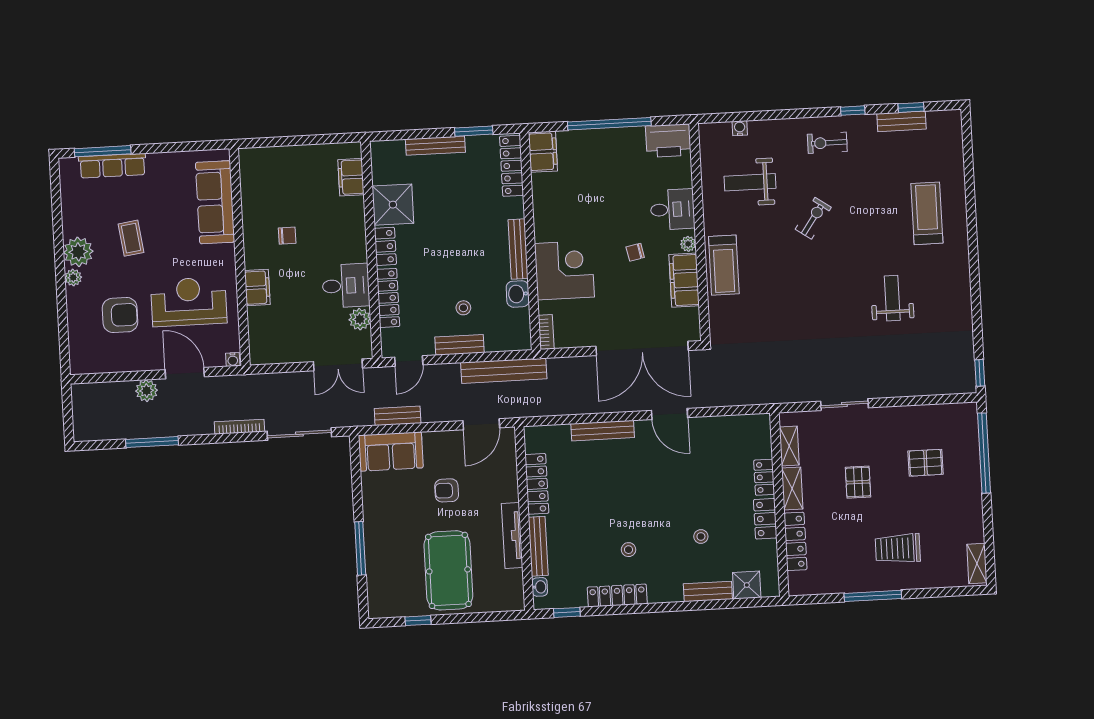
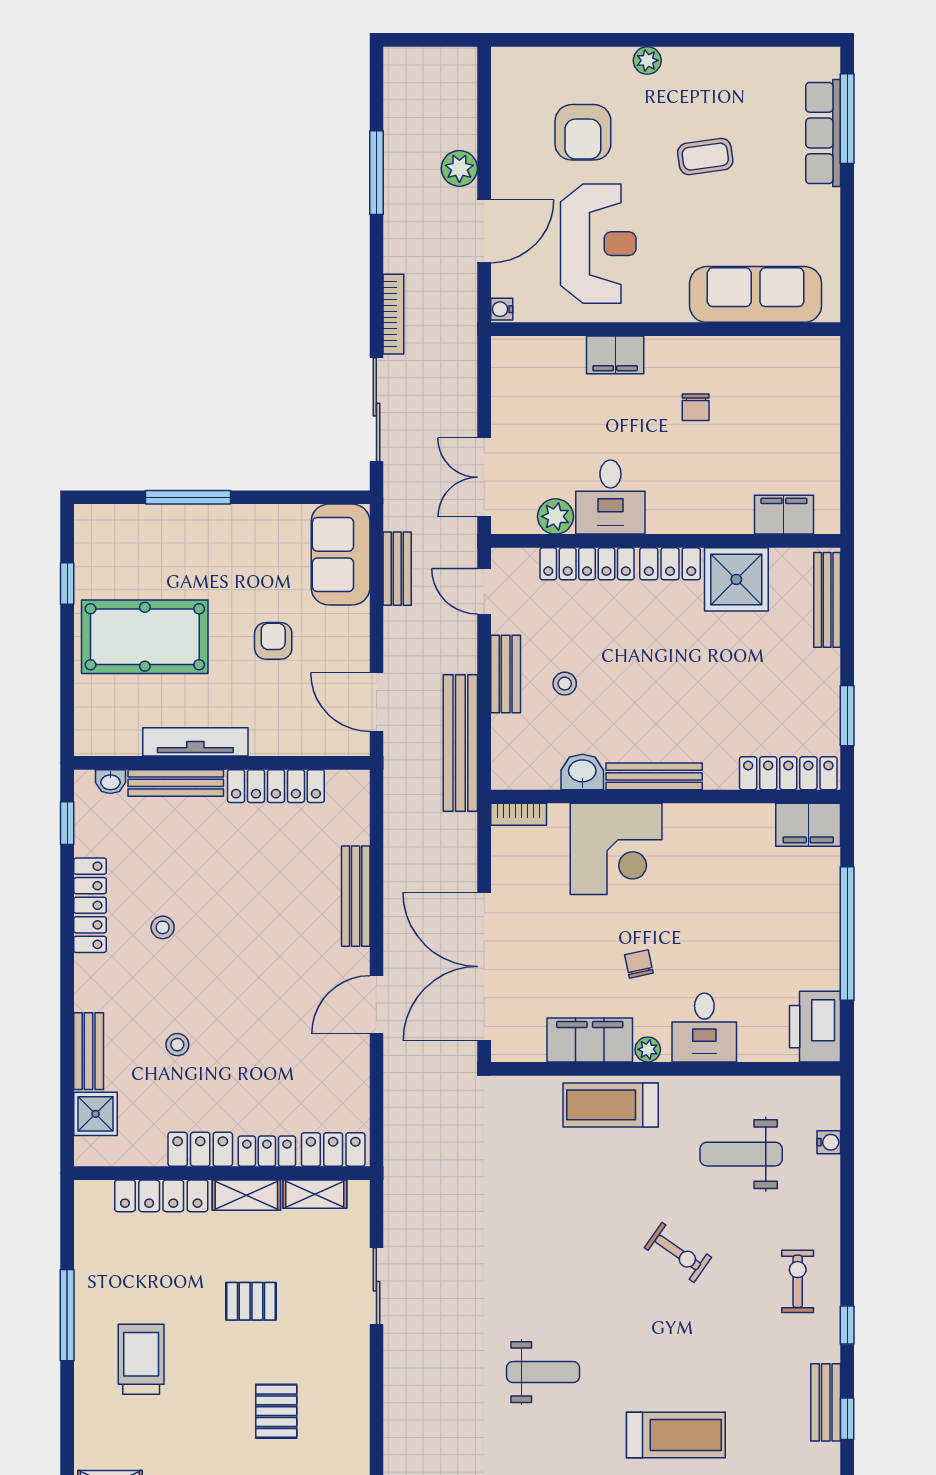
bench: (435, 146) -> (827, 600), moved
weight bench: (750, 182) -> (741, 1154), turned -90
plant: (78, 252) -> (688, 71), removed
locker: (761, 436) -> (333, 1149), added

